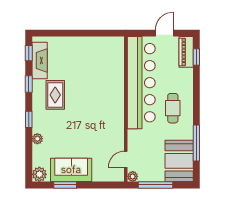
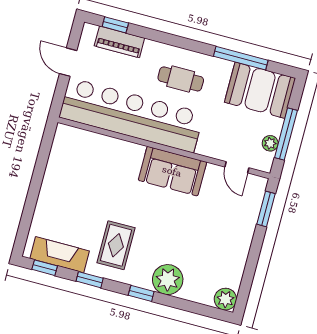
piano: (186, 52) -> (119, 42), moved
rug: (55, 95) -> (116, 245), turned 90
plant: (37, 139) -> (168, 280), width x1.88, depth x1.88
sofa: (71, 170) -> (172, 171), moved, turned -90
plant: (133, 176) -> (270, 143), moved
window: (65, 185) -> (266, 209), moved

